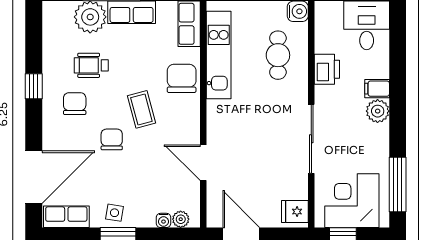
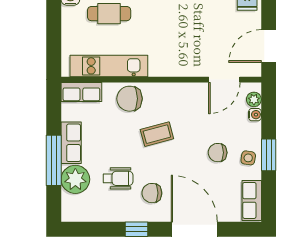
wheelchair: (91, 65) -> (118, 178), turned -90
chair: (112, 139) -> (218, 153), moved
door: (203, 163) -> (224, 80), moved
door: (34, 177) -> (194, 229), moved

